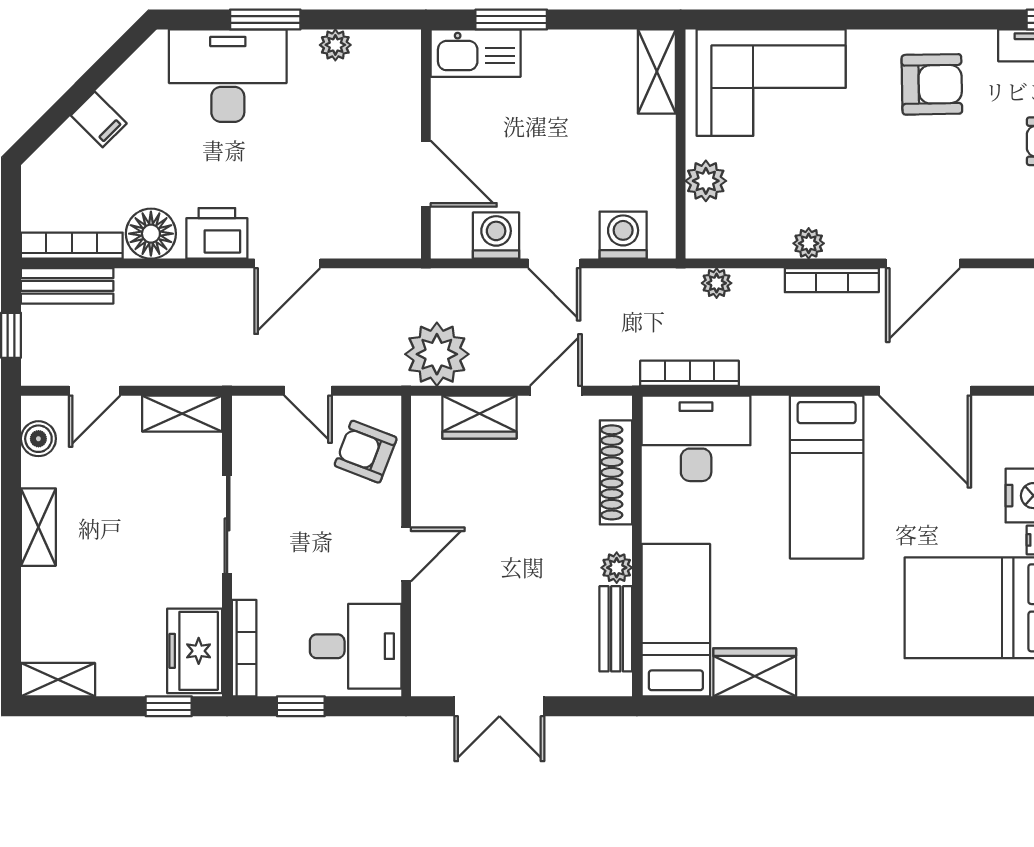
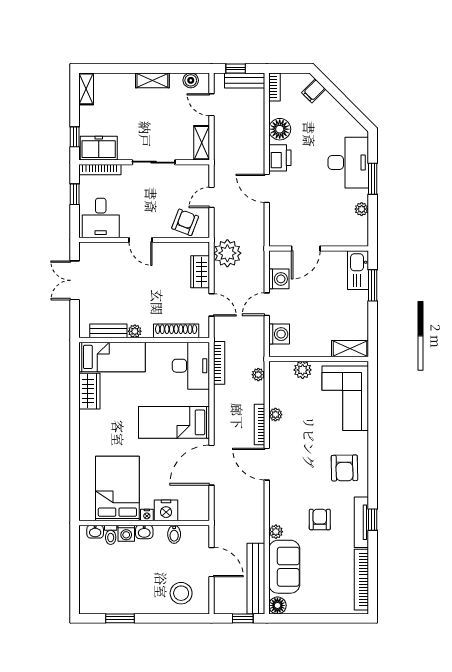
filing cabinet: (99, 119) -> (314, 91), moved
bookcase: (72, 246) -> (275, 87), width x0.64
bench: (67, 286) -> (245, 80), moved, turned 90

